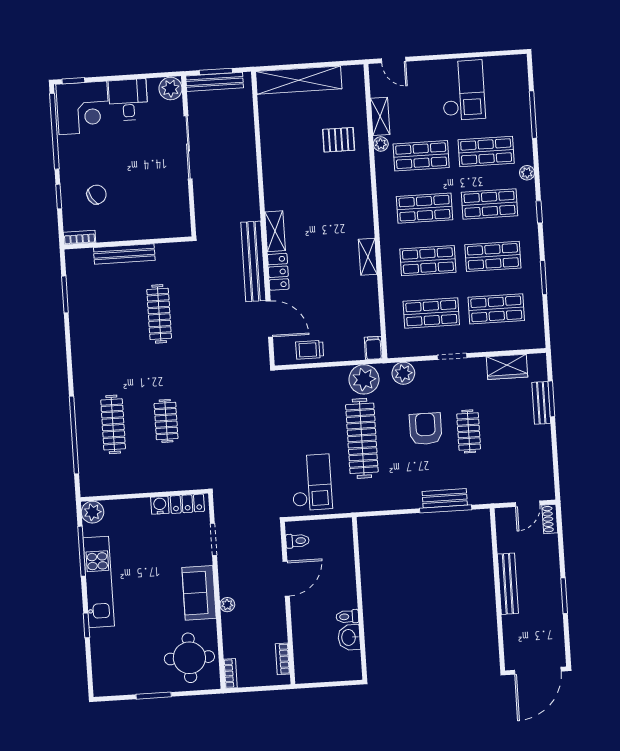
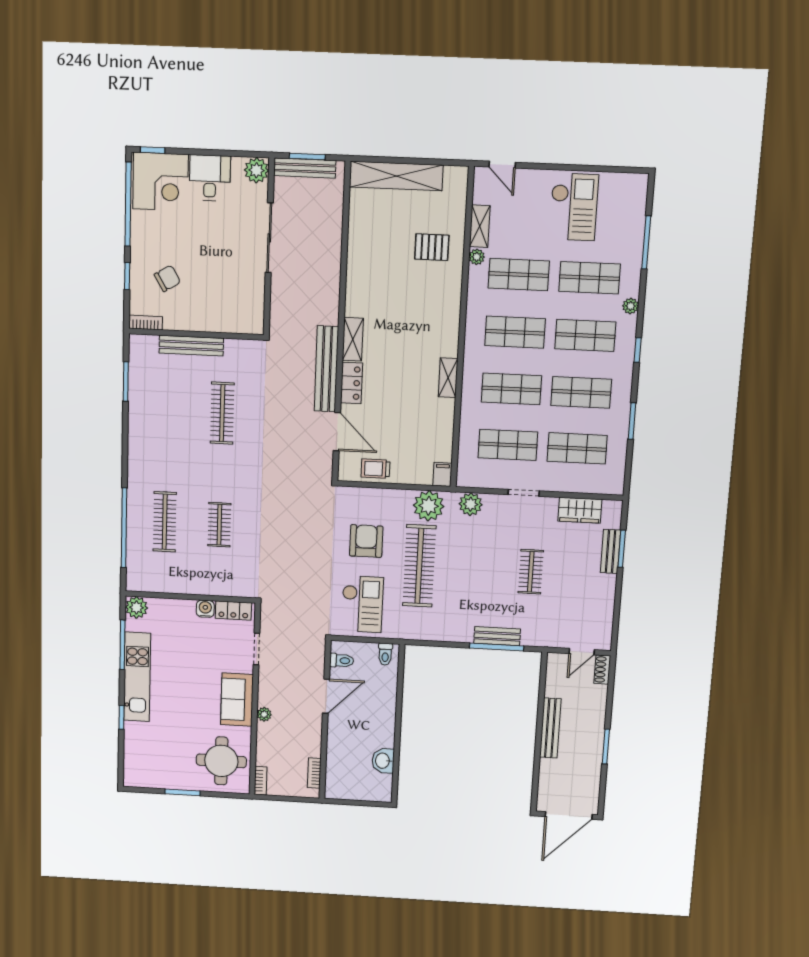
armchair: (426, 429) -> (366, 541), moved
toilet: (347, 617) -> (385, 654), moved, turned -90

